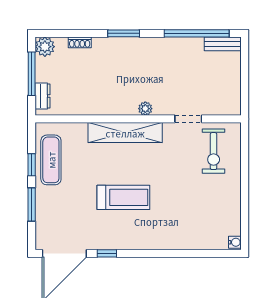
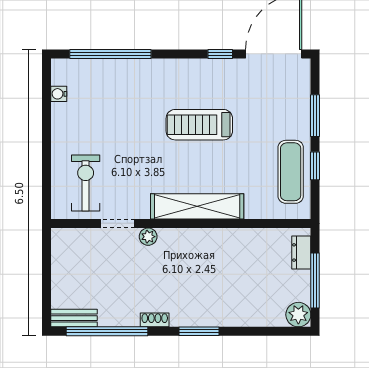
shoe rack: (80, 42) -> (155, 320), moved
plant: (145, 109) -> (148, 237), moved
water cooler: (235, 242) -> (59, 94), moved
window: (194, 253) -> (110, 54), added

